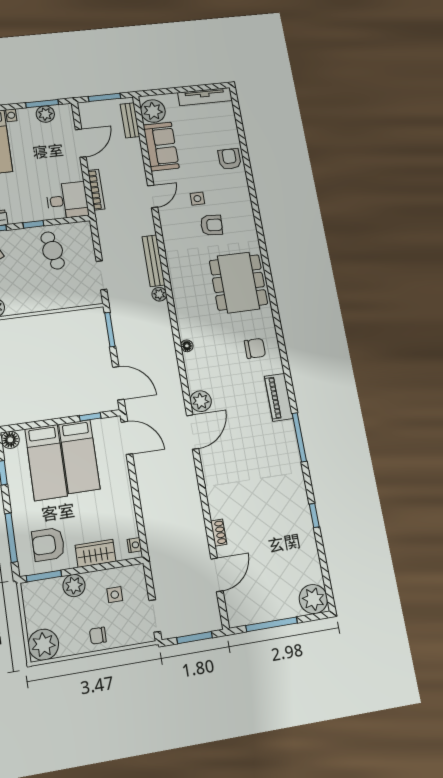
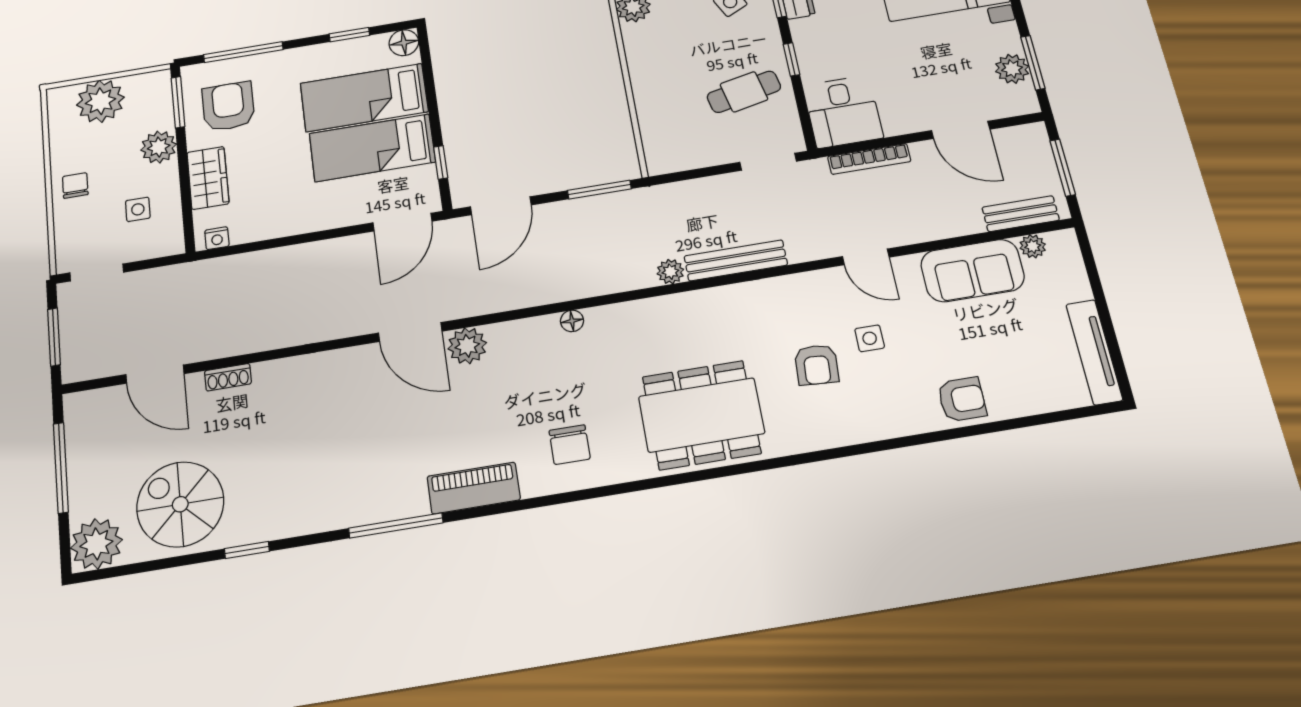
plant: (153, 111) -> (1033, 246), width x0.53, depth x0.53
doorway: (101, 275) -> (768, 162), moved
spiral stairs: (291, 554) -> (180, 504), added
plant: (43, 645) -> (100, 101), moved

